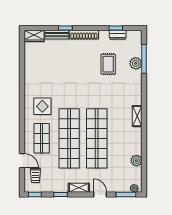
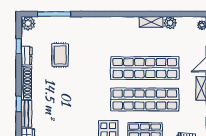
dresser: (118, 35) -> (26, 56), moved
plant: (136, 63) -> (28, 23), moved
rug: (108, 64) -> (60, 55), turned 90
shelving: (137, 116) -> (151, 22), moved

